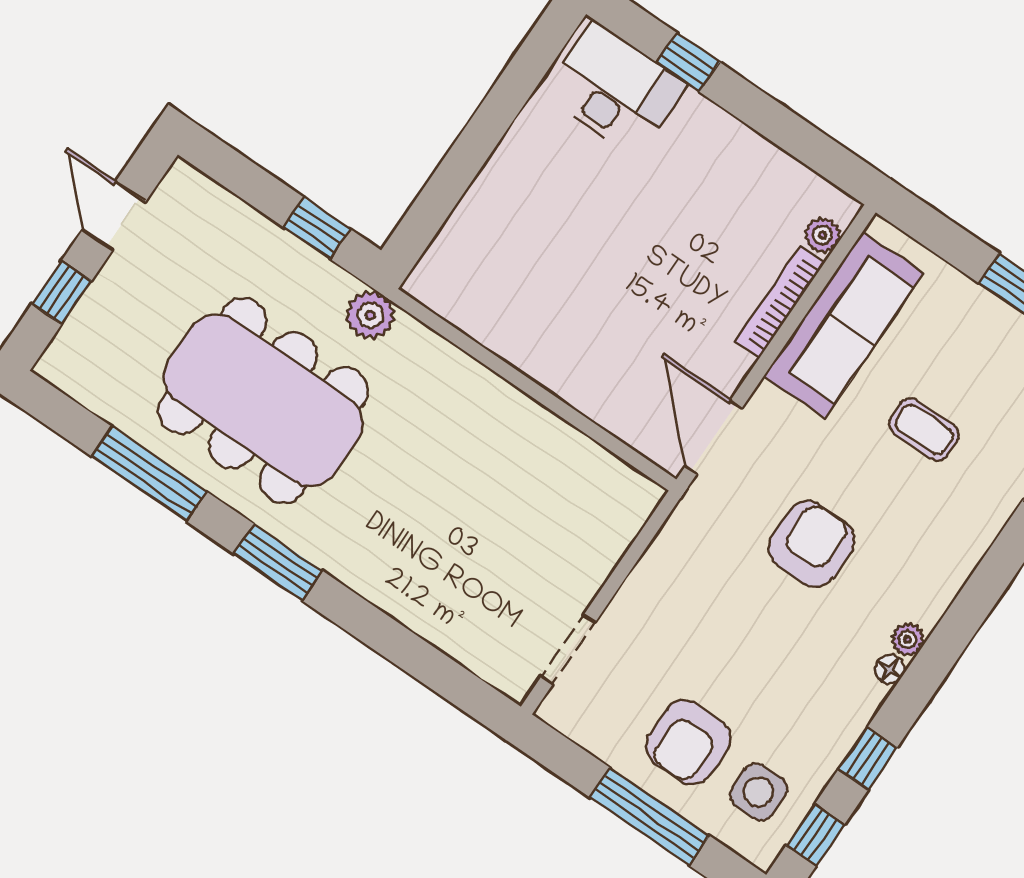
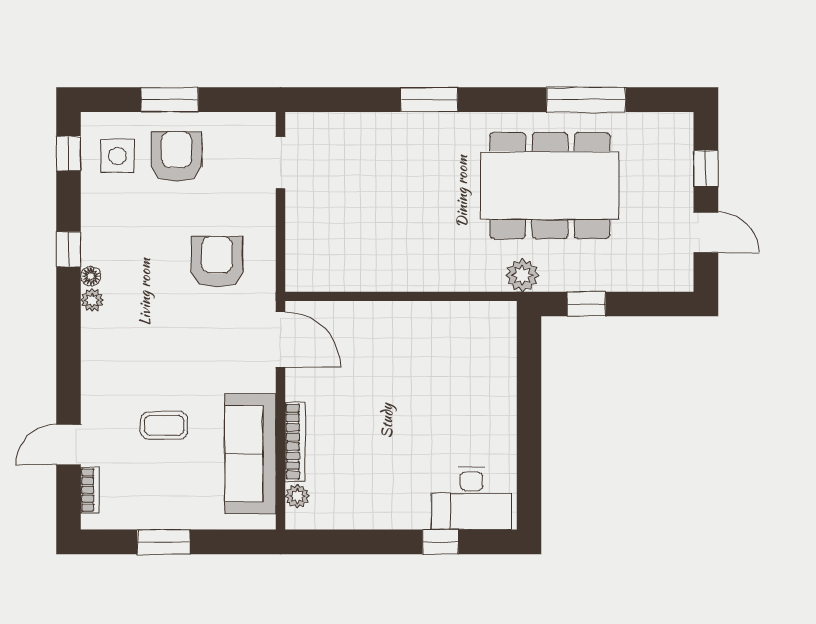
armchair: (812, 544) -> (217, 262), moved, turned 180
window: (278, 562) -> (429, 100), moved
window: (868, 758) -> (69, 249), moved
window: (650, 817) -> (170, 100), width x0.69

